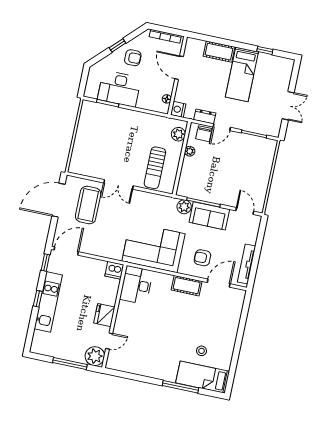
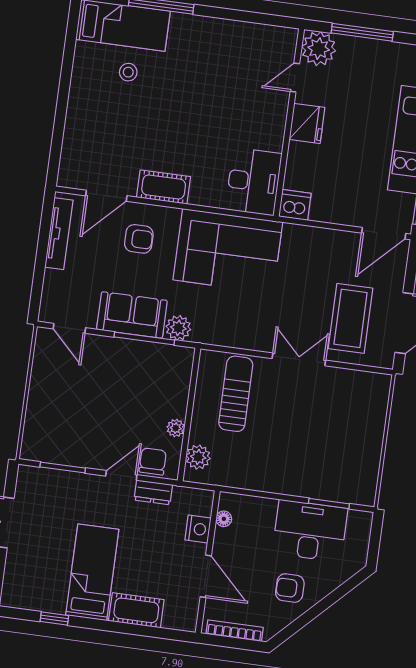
window: (117, 45) -> (319, 608), removed
nightstand: (178, 109) -> (198, 529), moved

